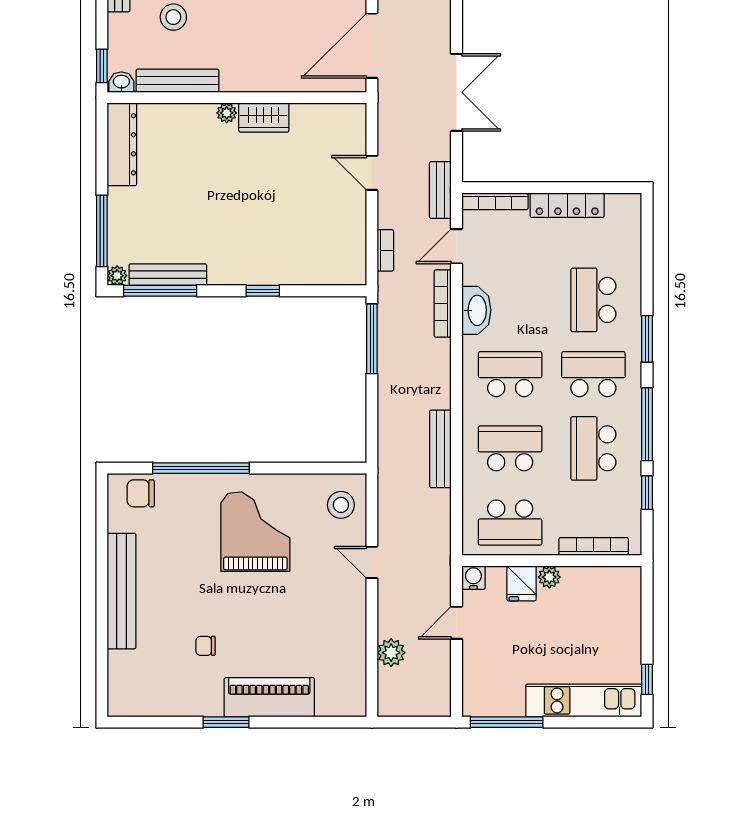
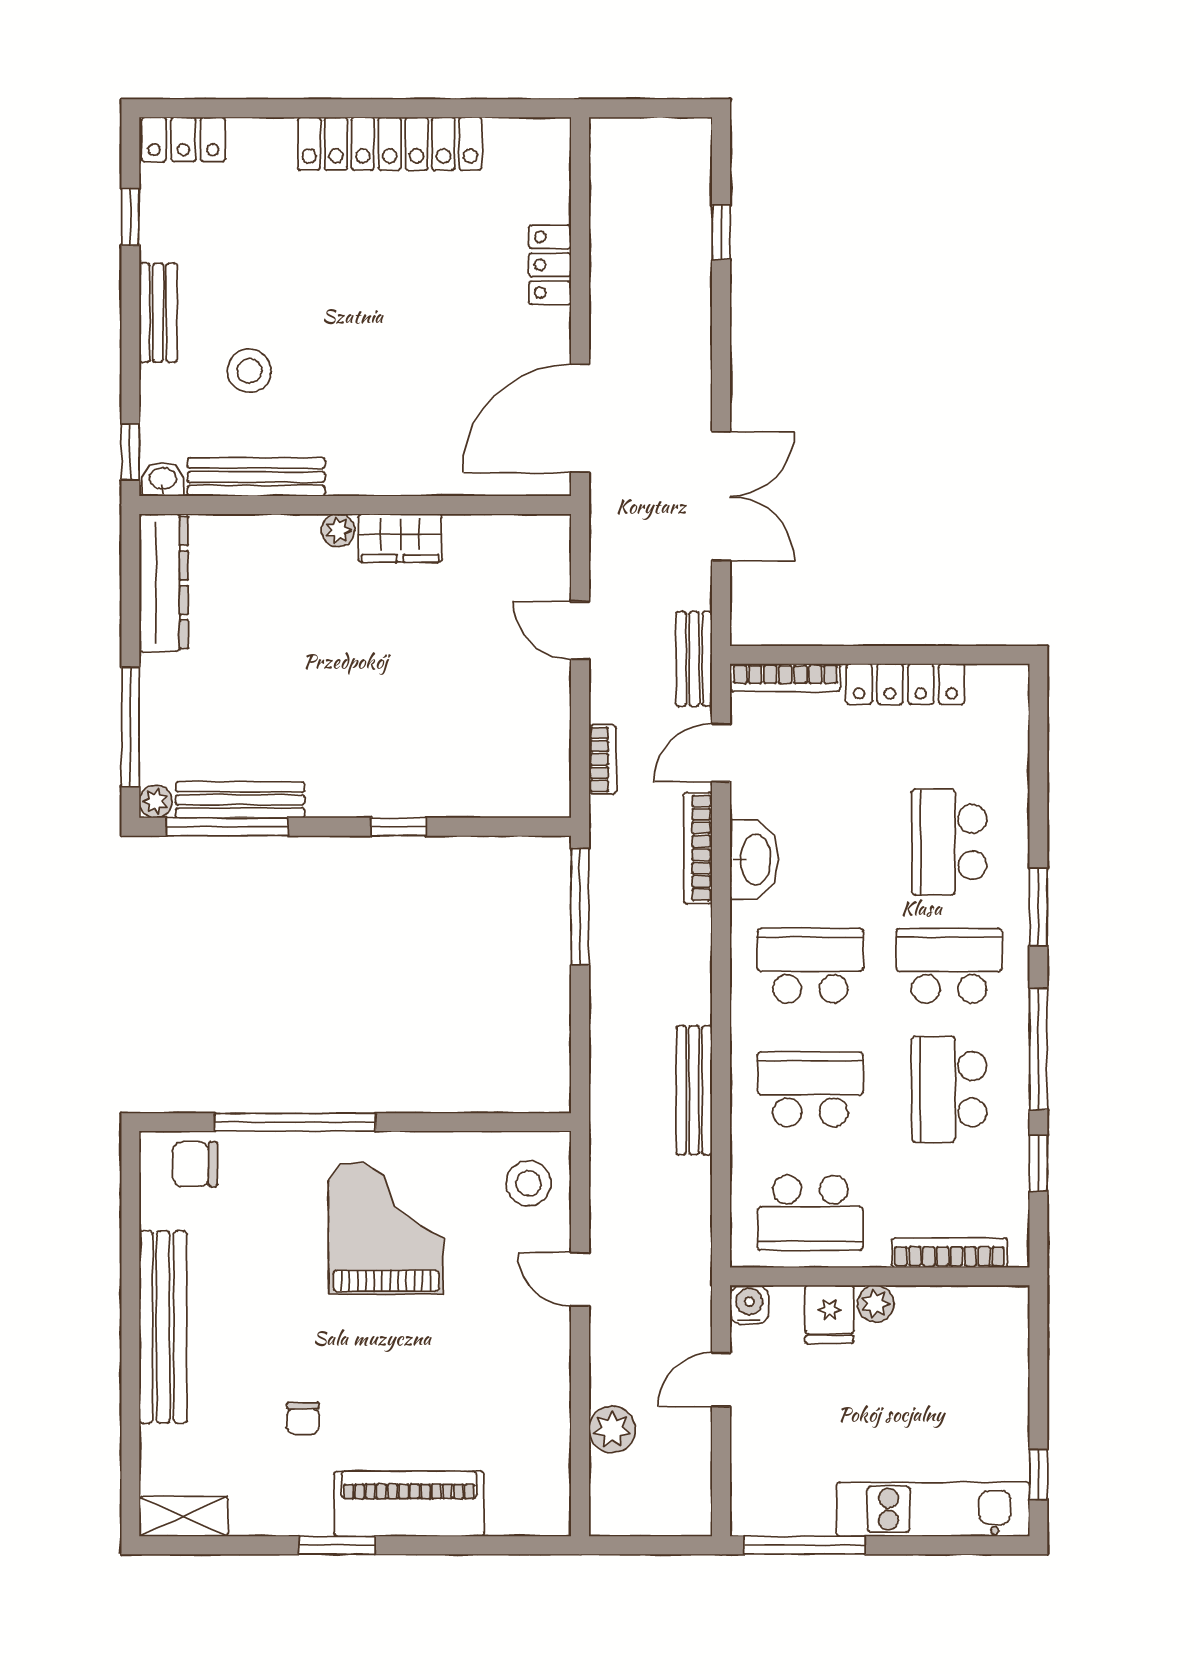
chair: (206, 646) -> (303, 1418), turned -90
shelving: (134, 705) -> (184, 1516), added

